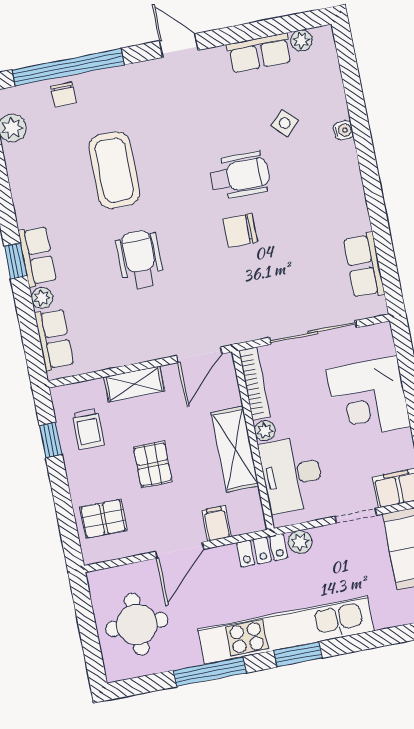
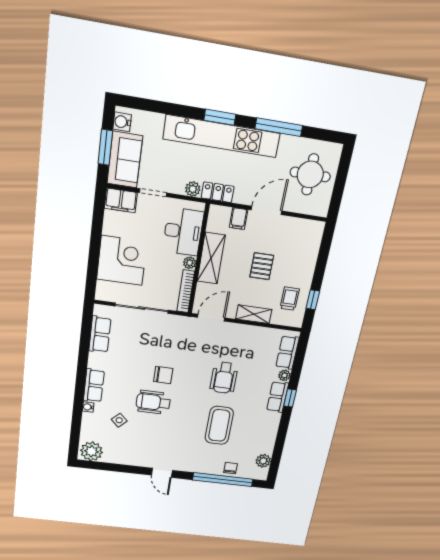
plant: (301, 41) -> (92, 451), width x1.88, depth x1.88
row of seats: (259, 53) -> (94, 386), moved, turned 90
pallet: (103, 519) -> (303, 245), removed

